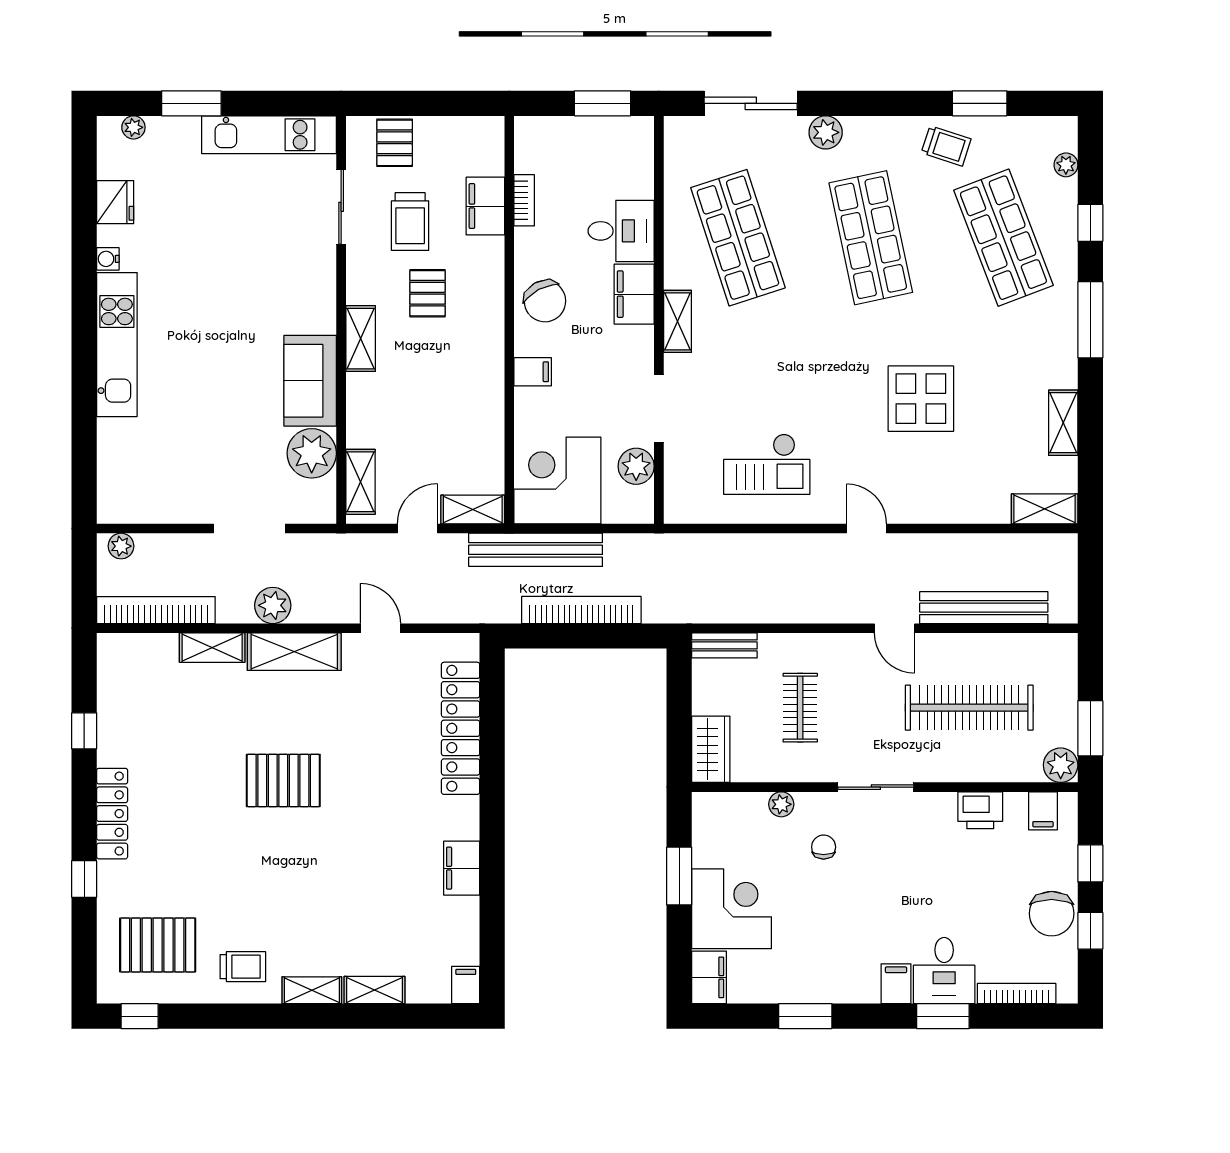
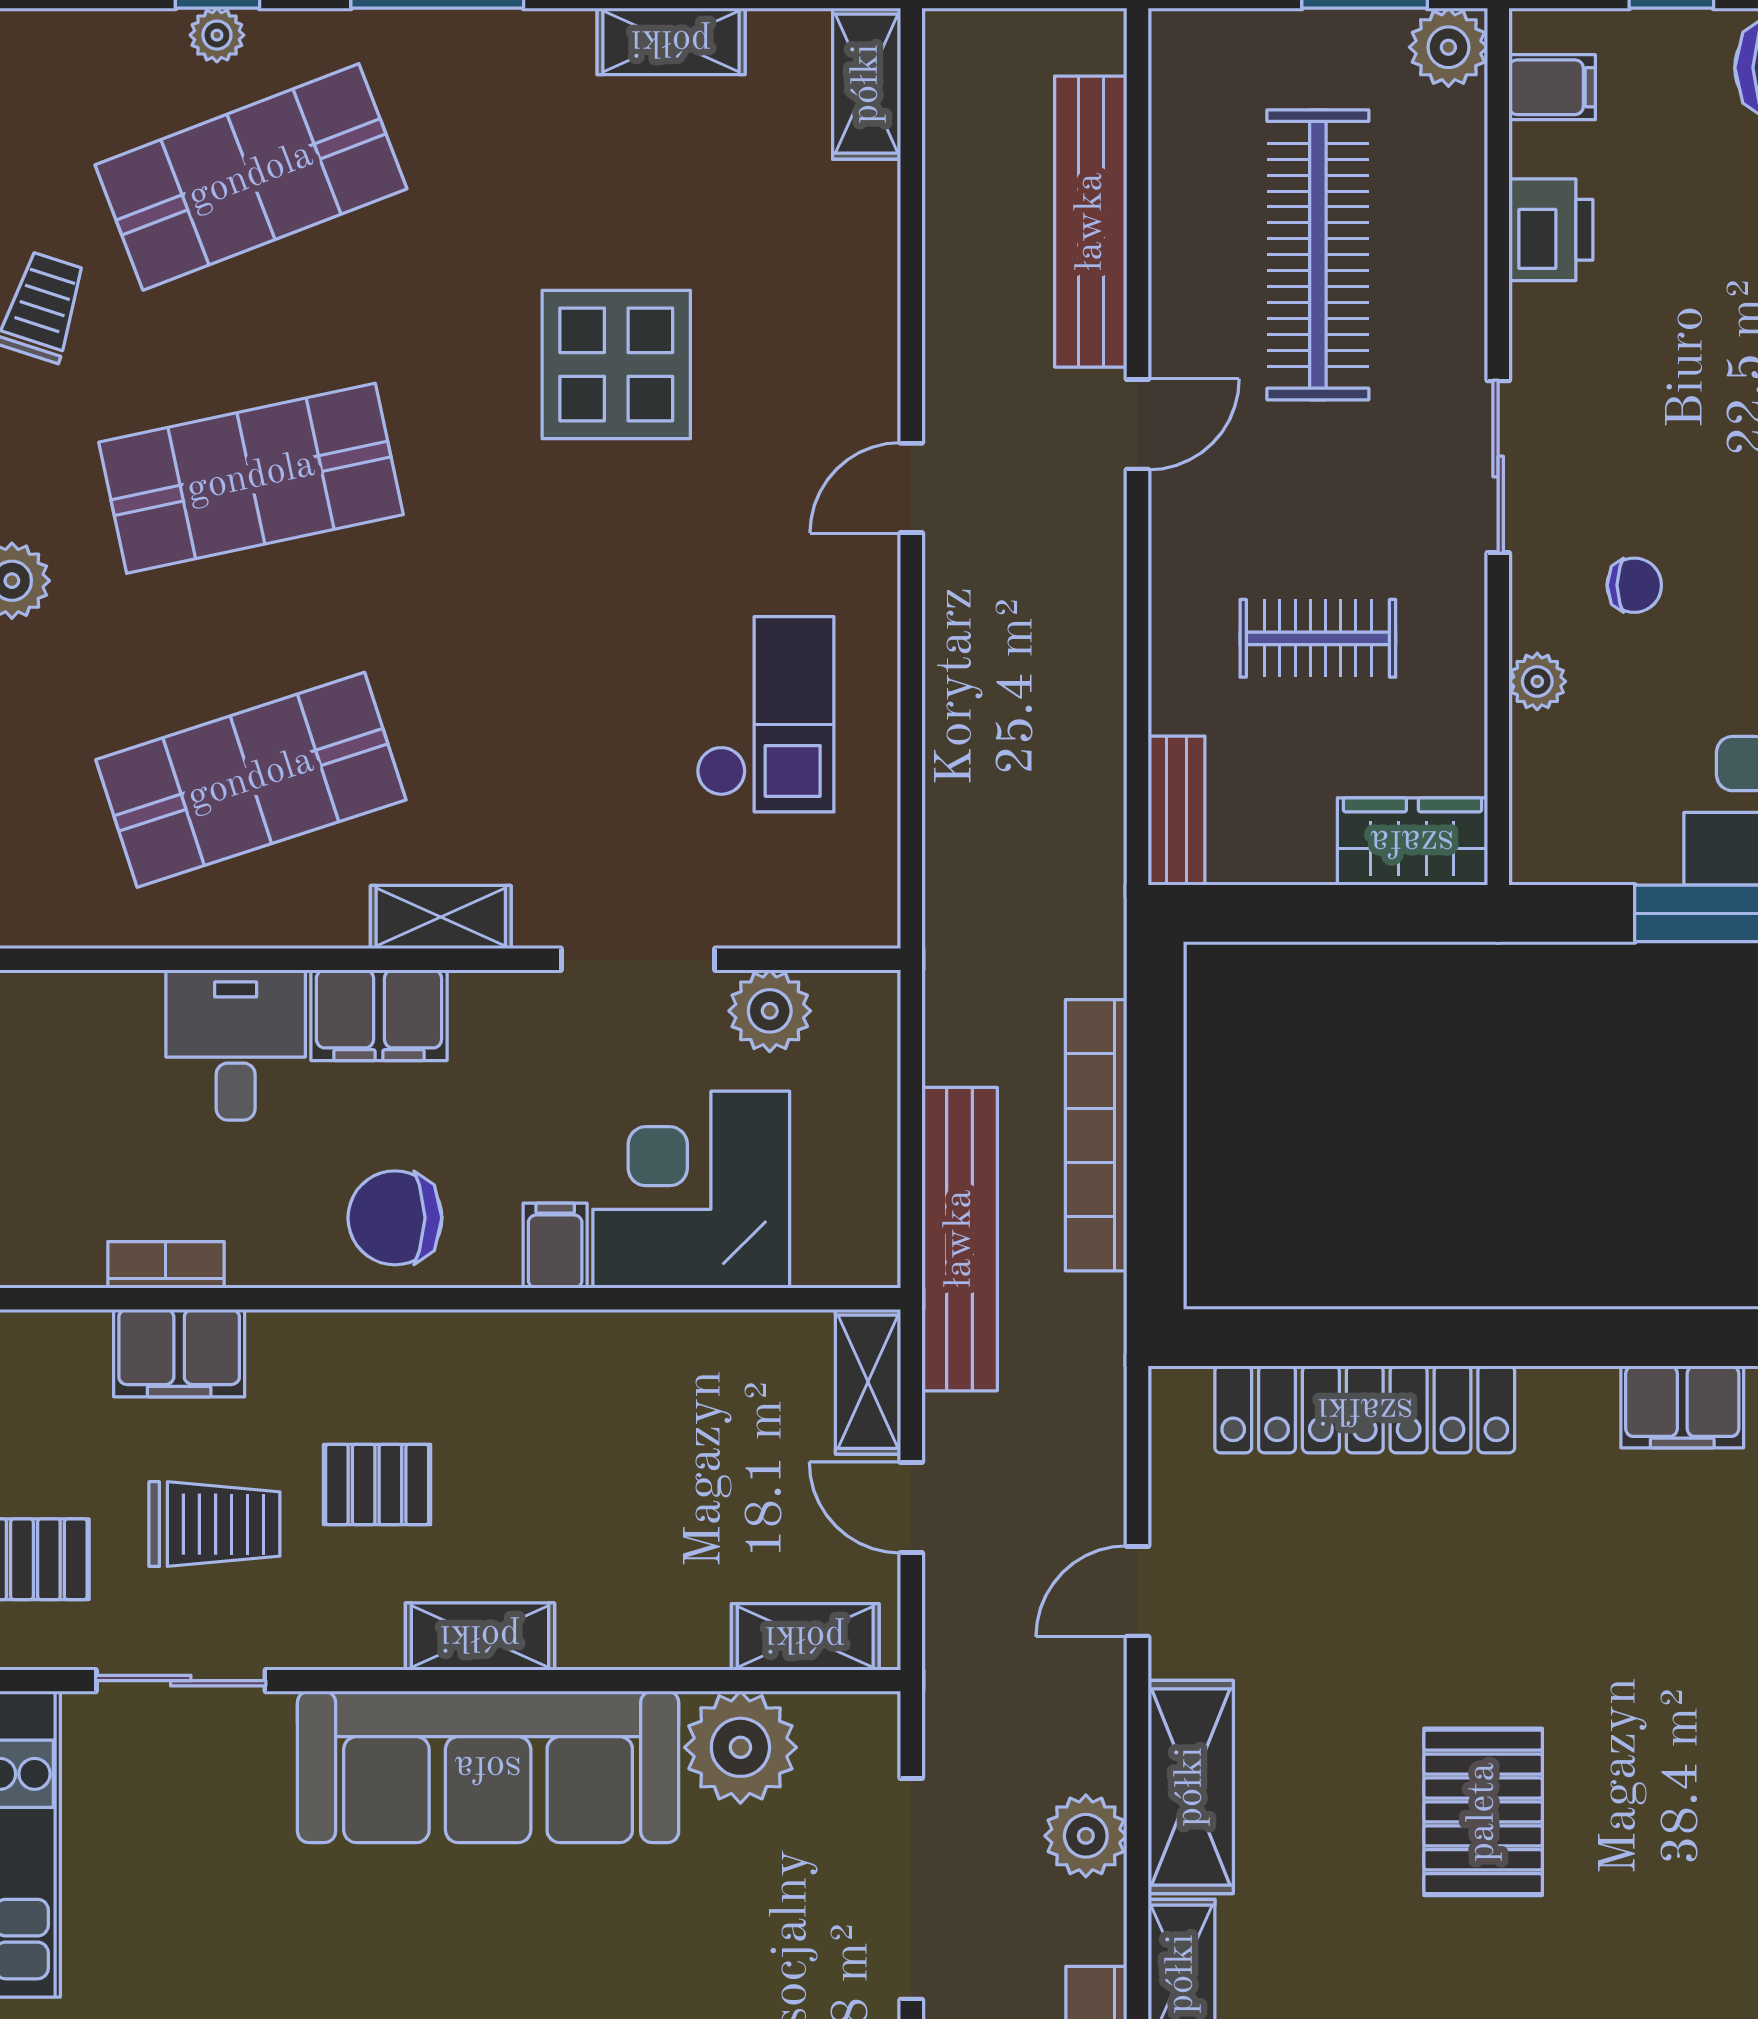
plant: (1066, 165) -> (217, 35), moved
chair: (545, 301) -> (395, 1218), turned -152
sofa: (310, 381) -> (488, 1767), width x1.85, depth x1.27
corner desk: (557, 480) -> (691, 1190), moved, turned 90
doorway: (249, 529) -> (911, 1889), width x1.36
chair: (824, 847) -> (1634, 585), turned 180

